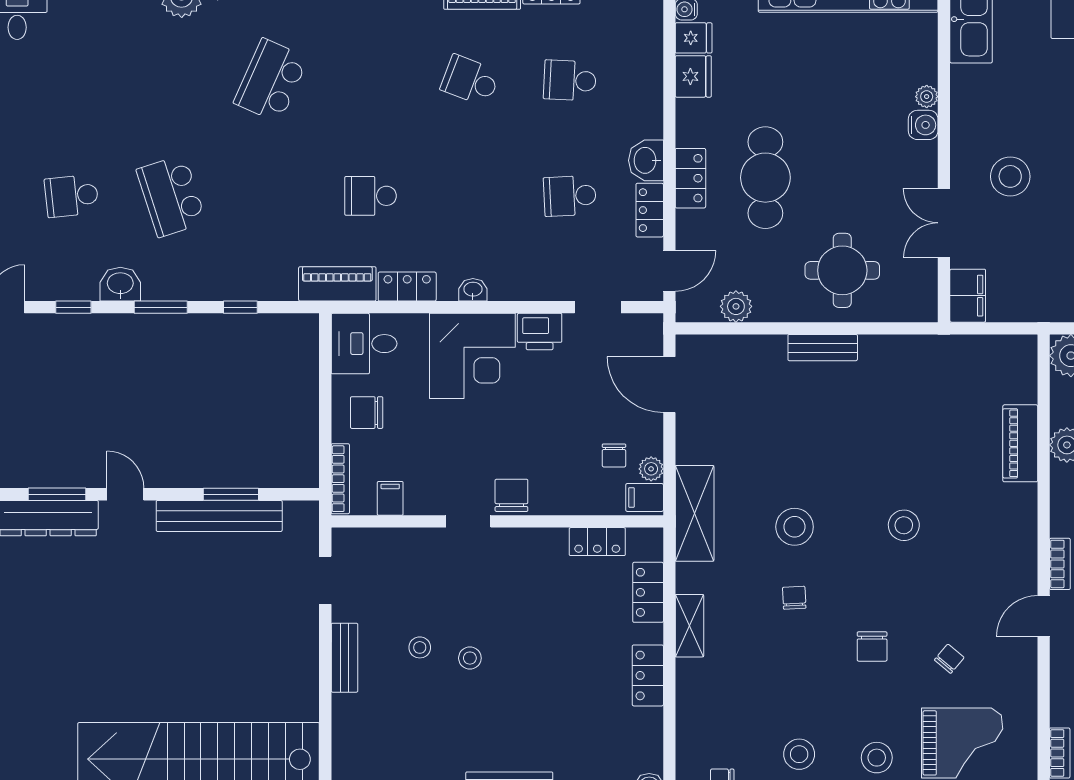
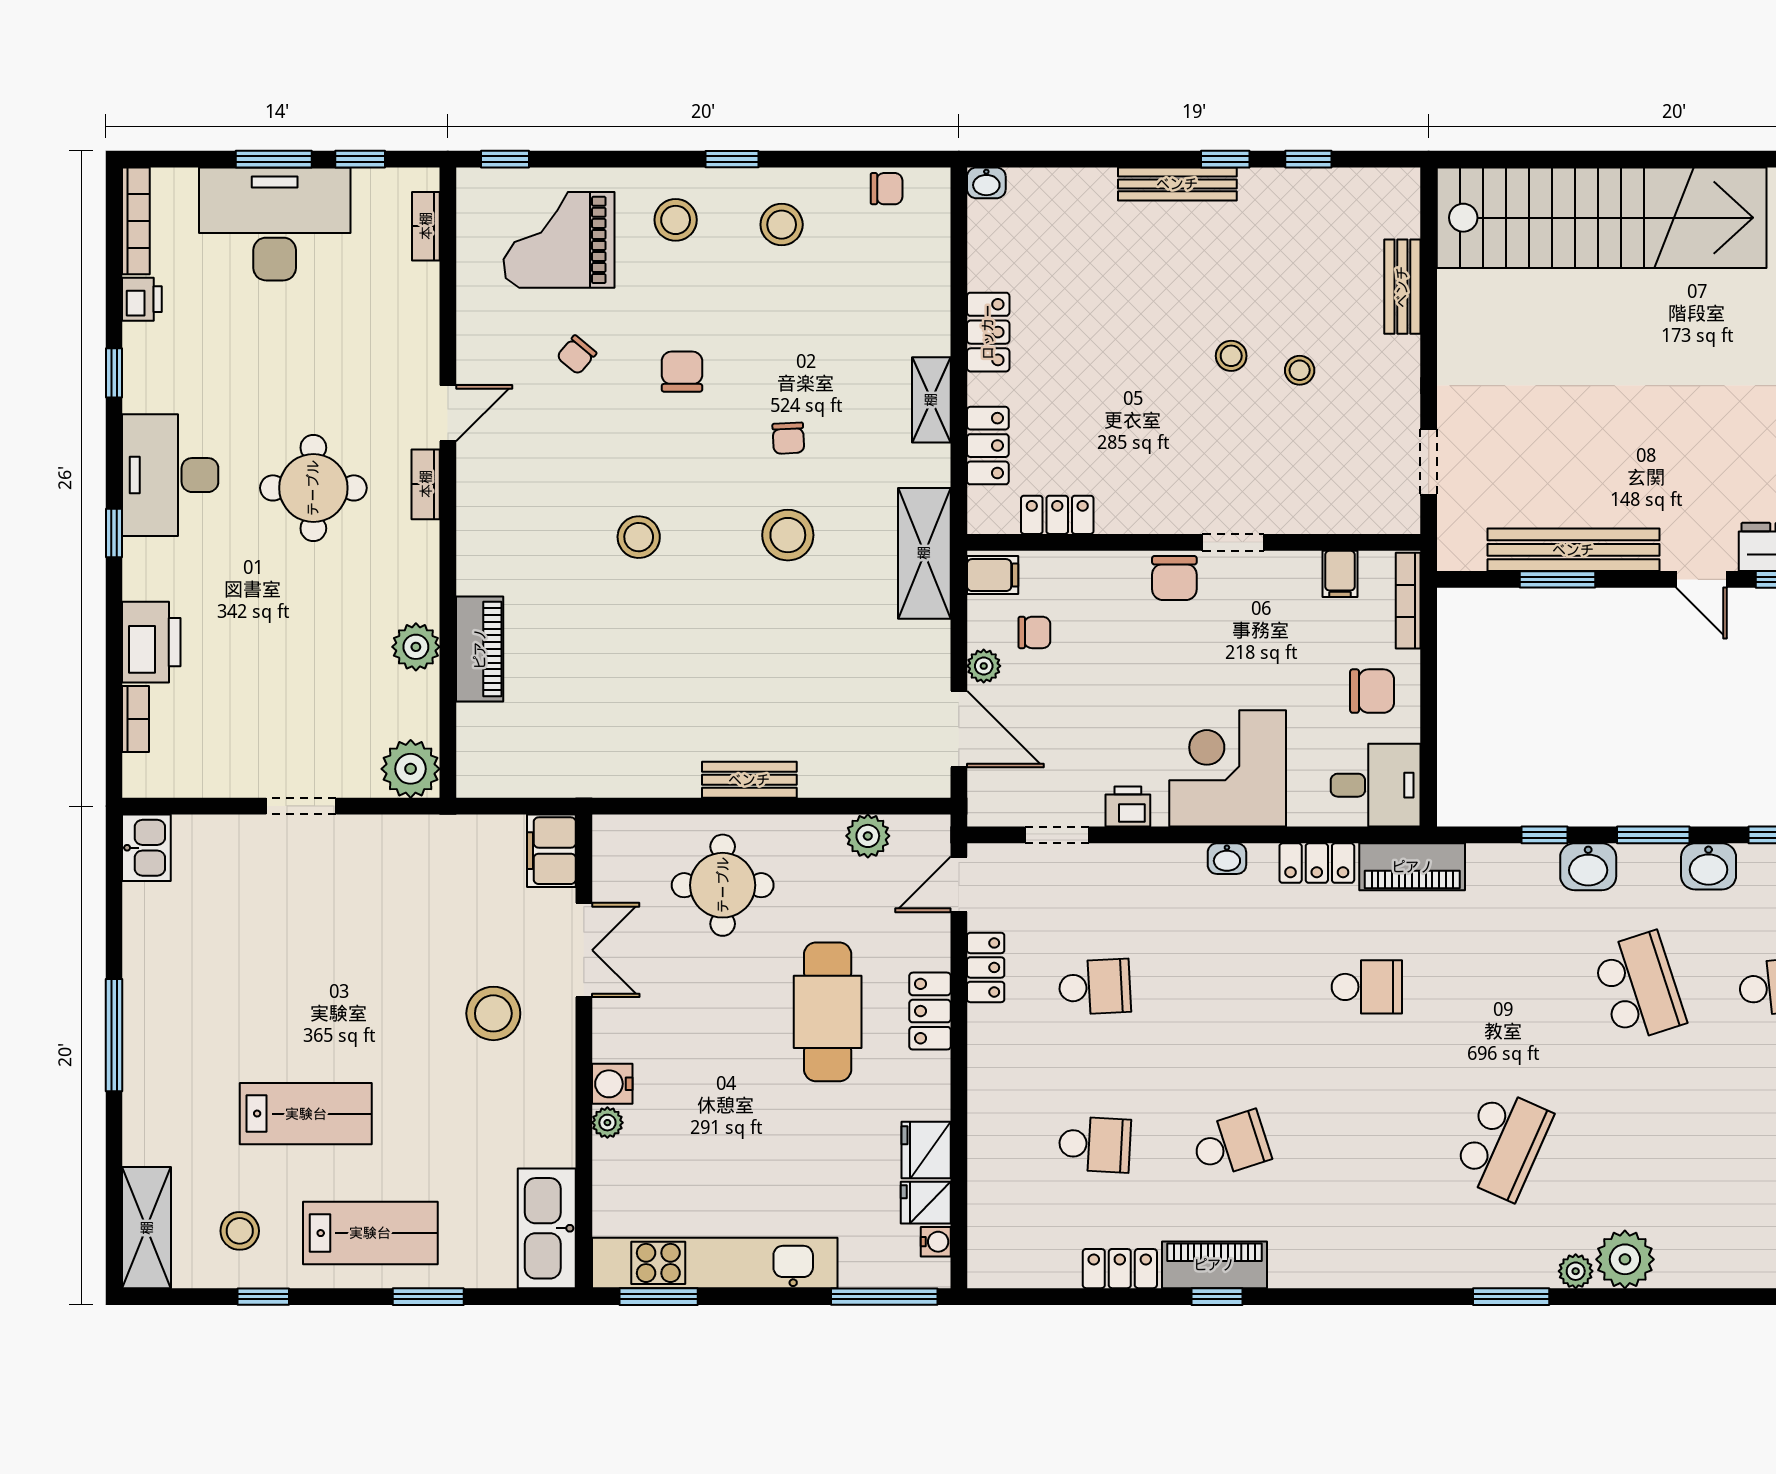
school desk: (470, 80) -> (1231, 1145), turned -39
washbasin: (646, 160) -> (1588, 867), moved, turned 90
printer: (540, 332) -> (1128, 807), width x0.73, depth x0.81
chair: (614, 455) -> (1034, 632), turned 90
plant: (651, 469) -> (984, 666), moved
bench: (344, 658) -> (1402, 287), moved

